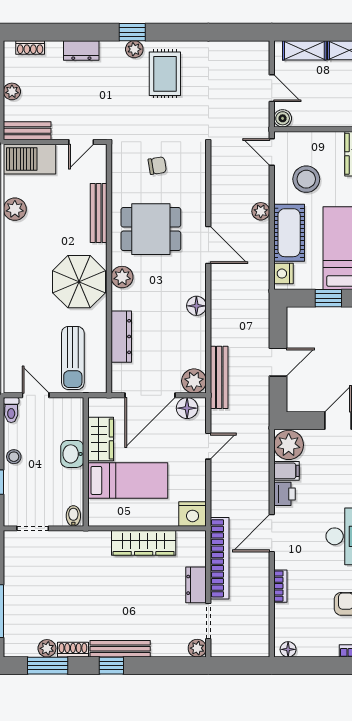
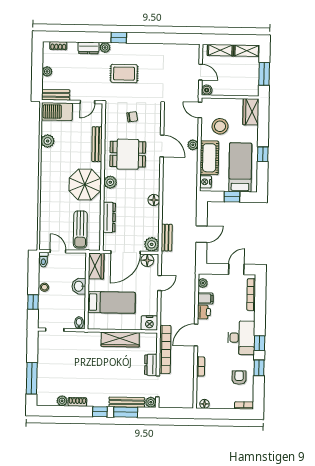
plant: (134, 49) -> (105, 48), moved
rug: (165, 74) -> (124, 74), moved, turned 90
door: (208, 245) -> (162, 146), moved
bench: (219, 377) -> (167, 238), width x0.73
wardrobe: (101, 439) -> (96, 266), moved
plant: (289, 445) -> (203, 283), width x0.53, depth x0.53
bench: (120, 649) -> (127, 402), moved
window: (48, 666) -> (126, 412), moved

